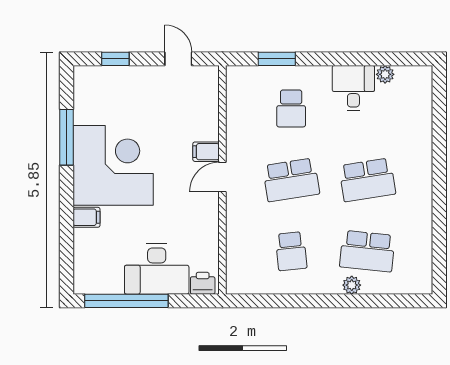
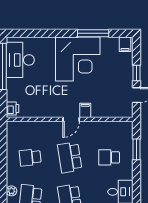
window: (115, 59) -> (137, 73), moved
door: (222, 177) -> (71, 119), swing flipped
filing cabinet: (86, 217) -> (125, 44), moved
desk: (157, 269) -> (20, 60), moved

